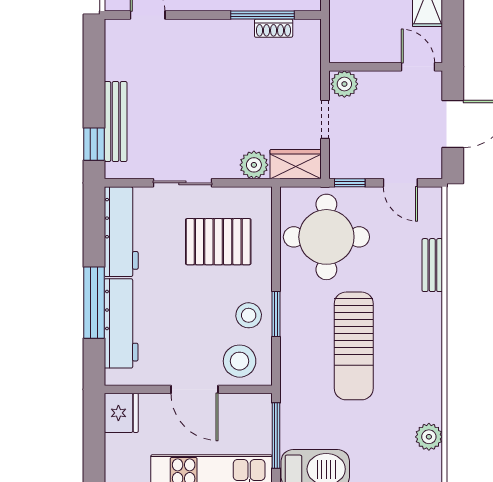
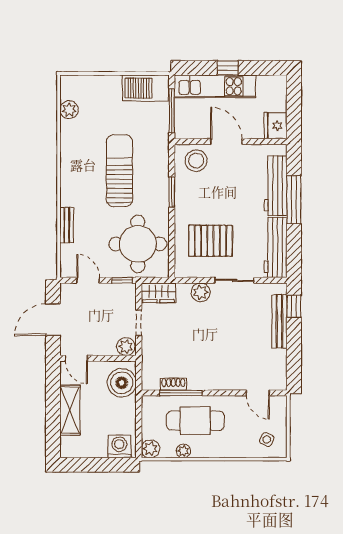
boiler: (350, 30) -> (122, 383), added
plant: (254, 165) -> (201, 292), moved
stool: (249, 315) -> (190, 191), removed

